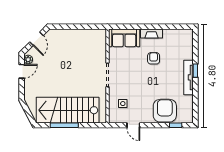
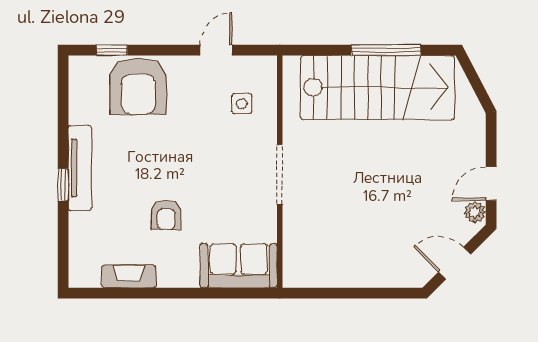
fireplace: (151, 33) -> (129, 276), moved
door: (36, 39) -> (455, 263), hinge flipped
door: (133, 125) -> (216, 50), hinge flipped

